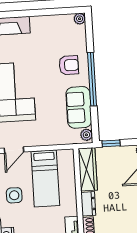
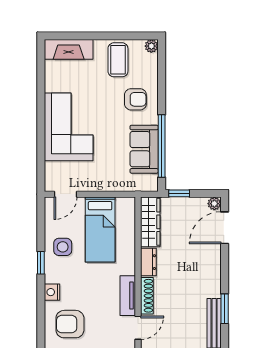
coffee table: (52, 32) -> (118, 60), added
window: (92, 79) -> (162, 146), moved
plant: (86, 135) -> (151, 182), removed

